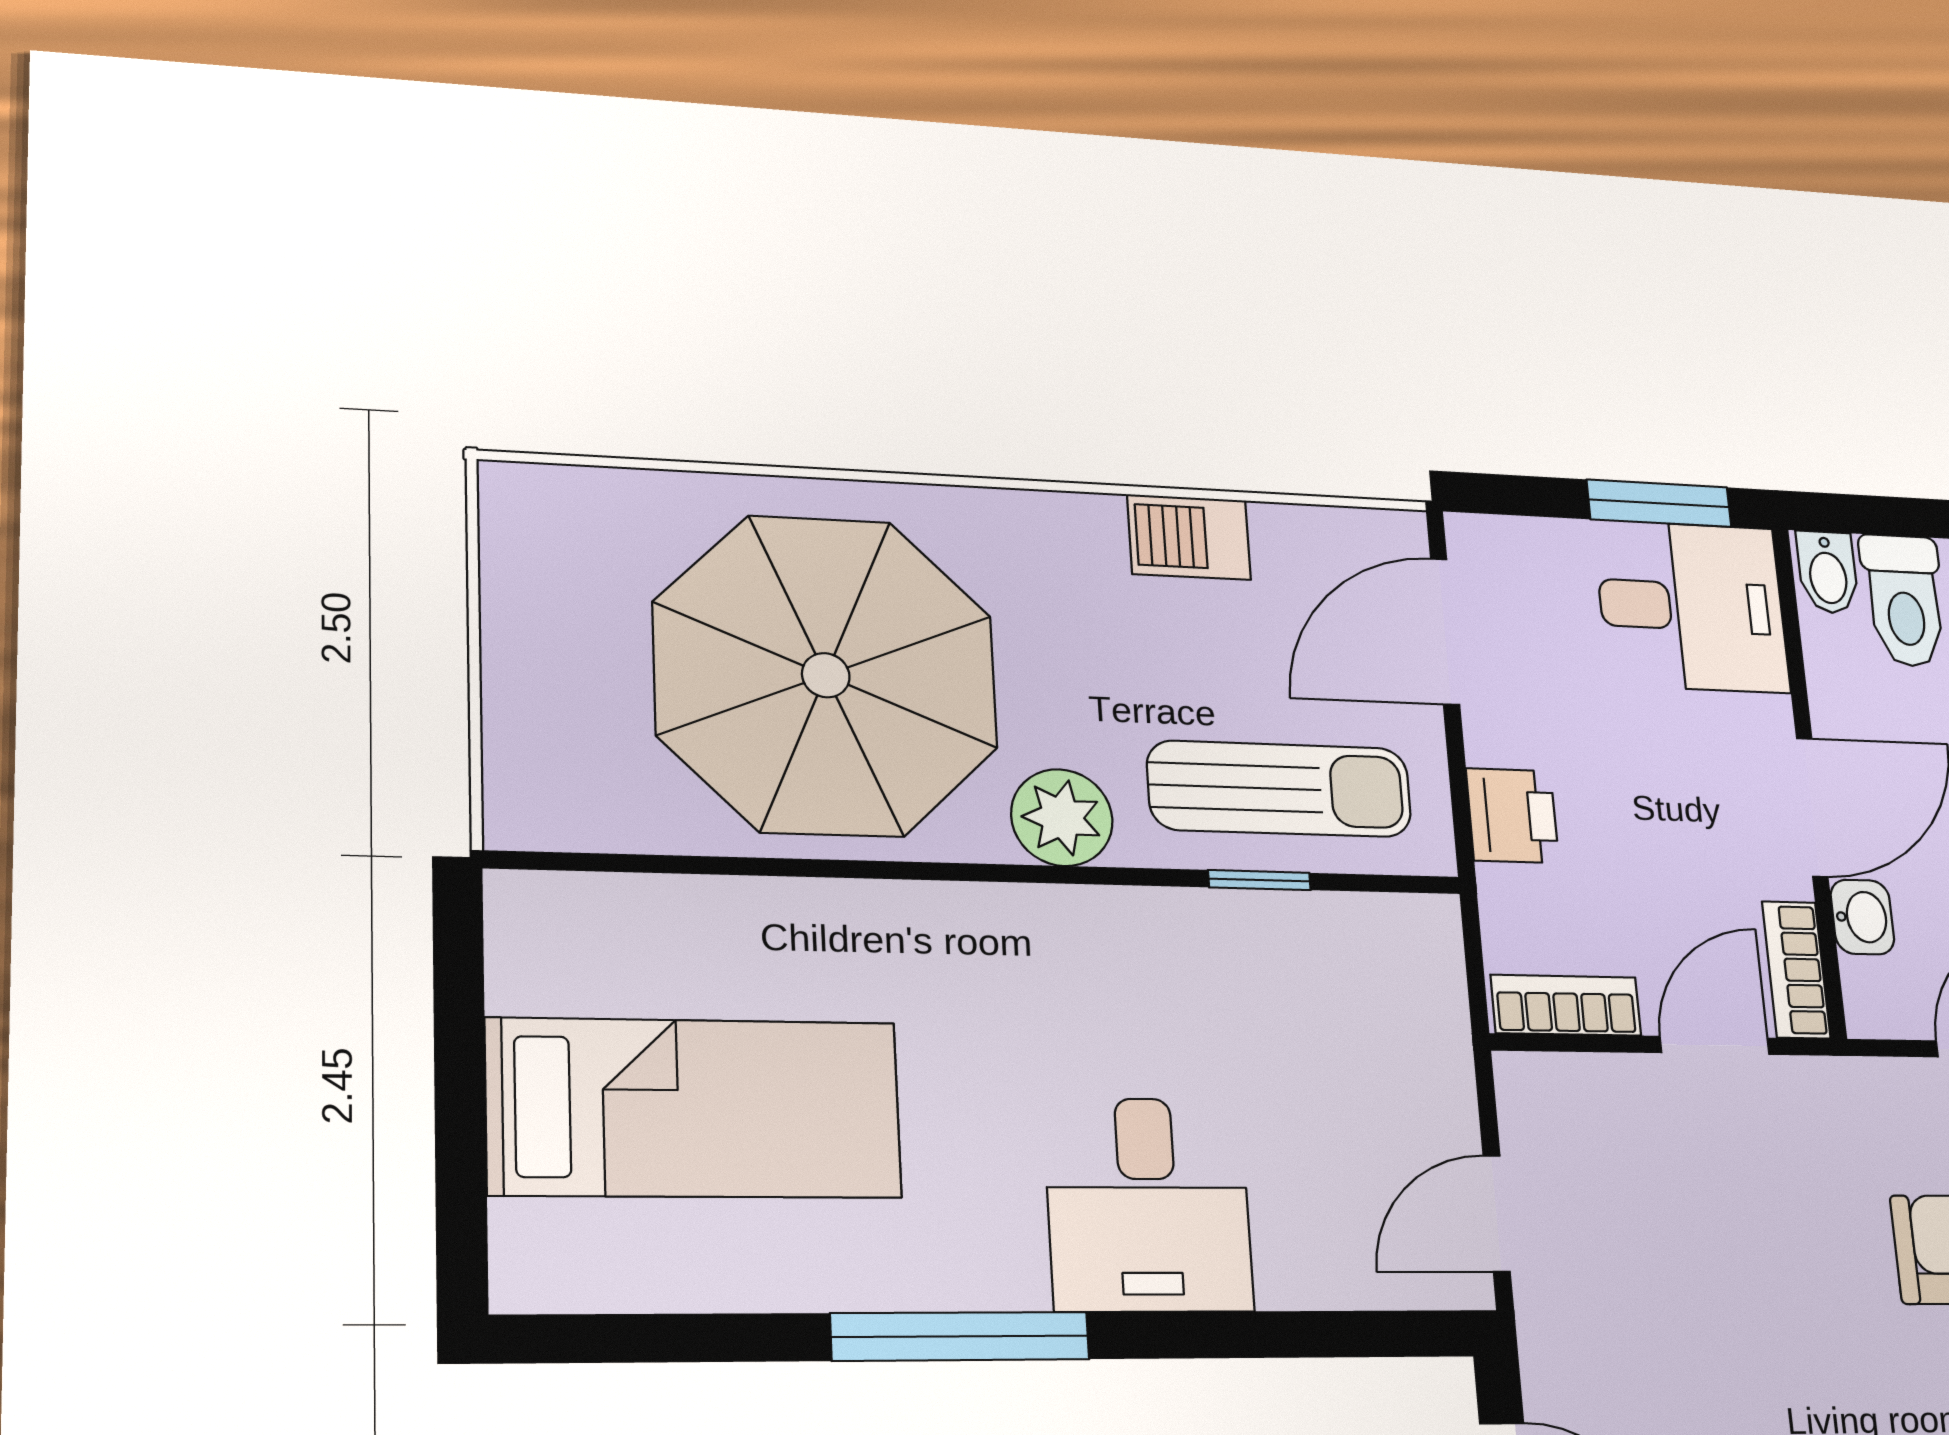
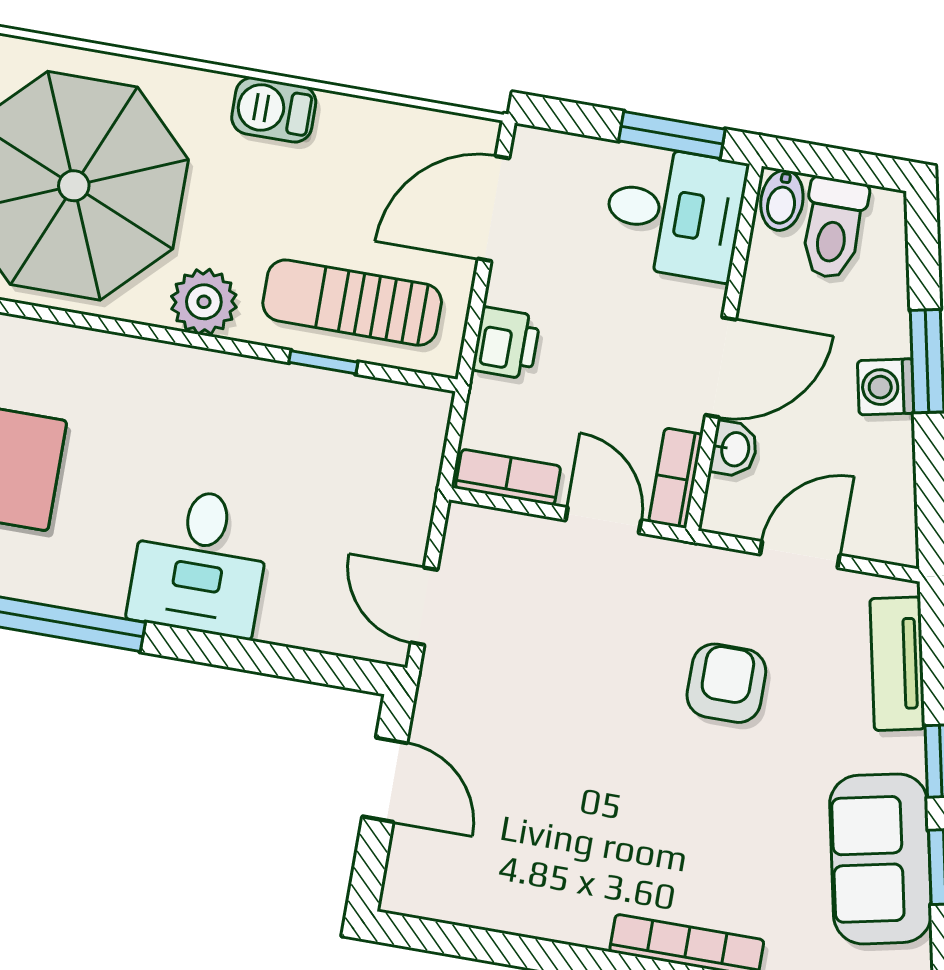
barbecue: (1189, 537) -> (274, 110), moved
sun lounger: (1280, 789) -> (352, 303), turned 180
door: (1715, 1045) -> (603, 520), hinge flipped
door: (1497, 1213) -> (424, 606), hinge flipped

